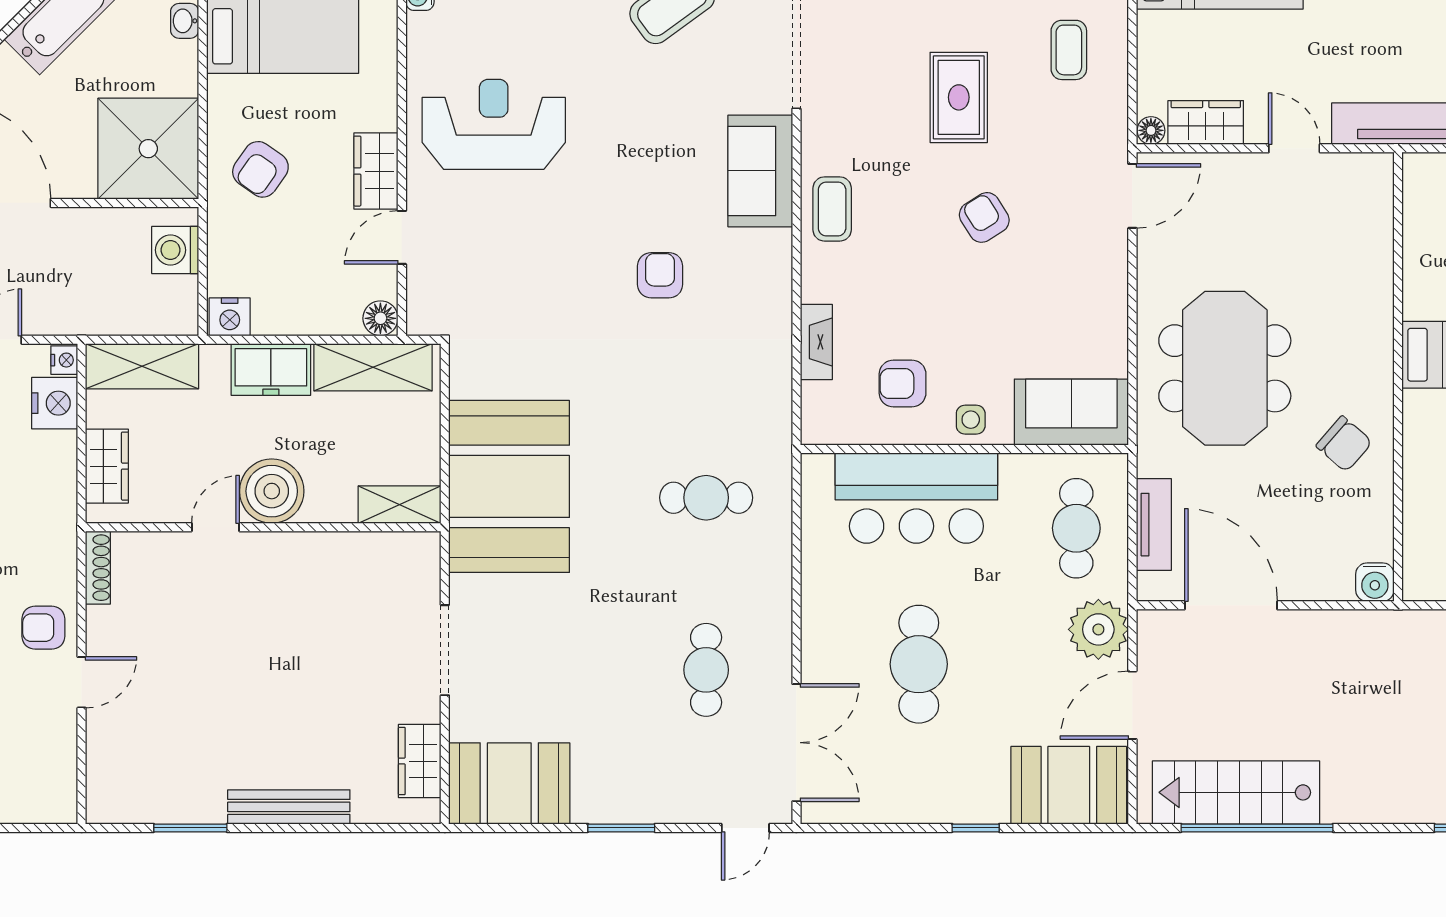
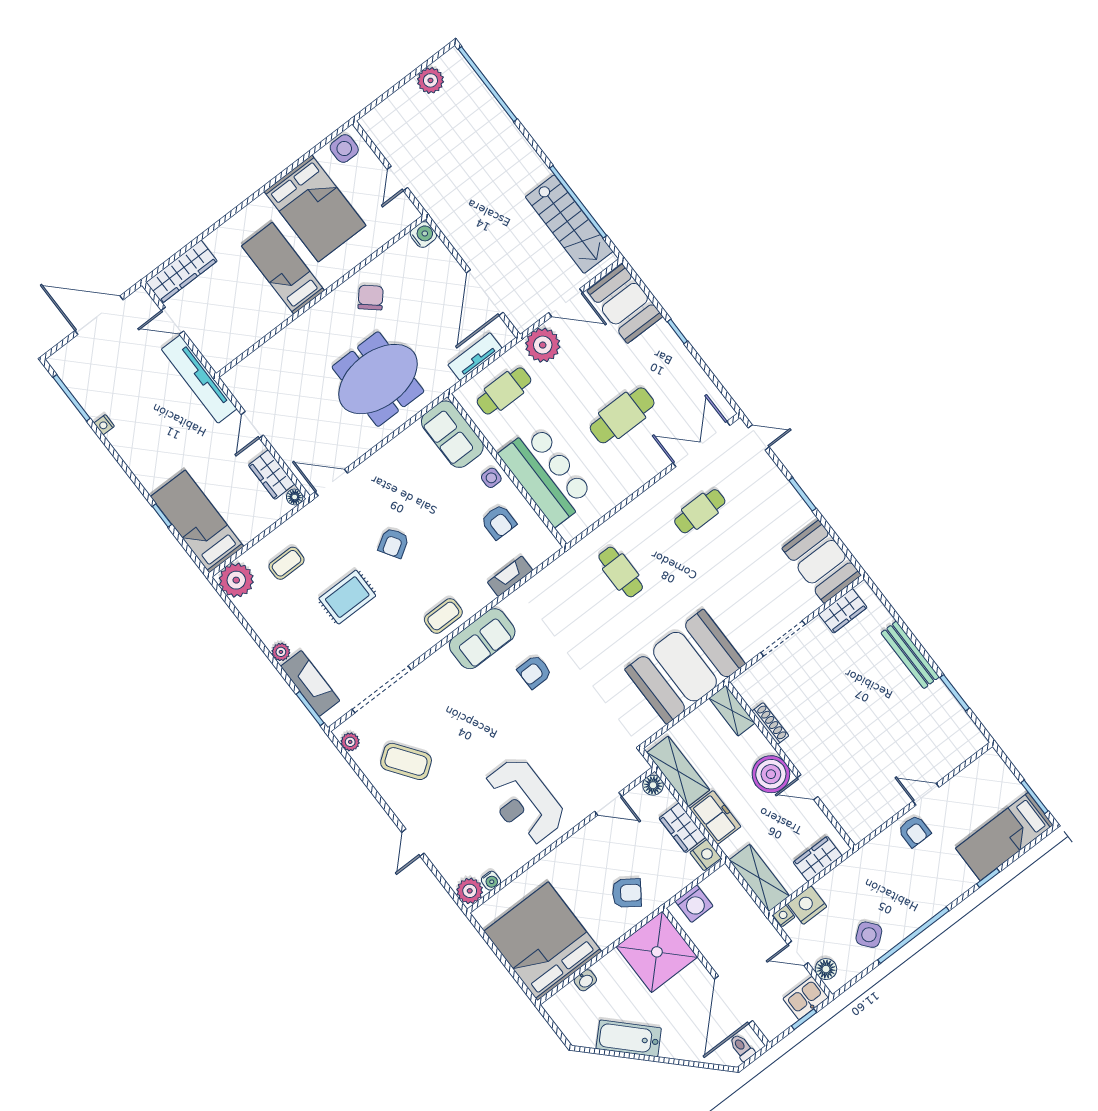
wardrobe: (376, 171) -> (682, 828), moved, turned 90
sofa: (760, 171) -> (482, 639), moved
shoe rack: (98, 568) -> (770, 723), moved, turned 90

